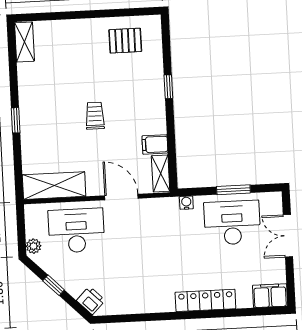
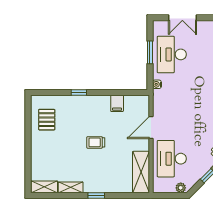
shelving: (161, 173) -> (71, 187), moved

